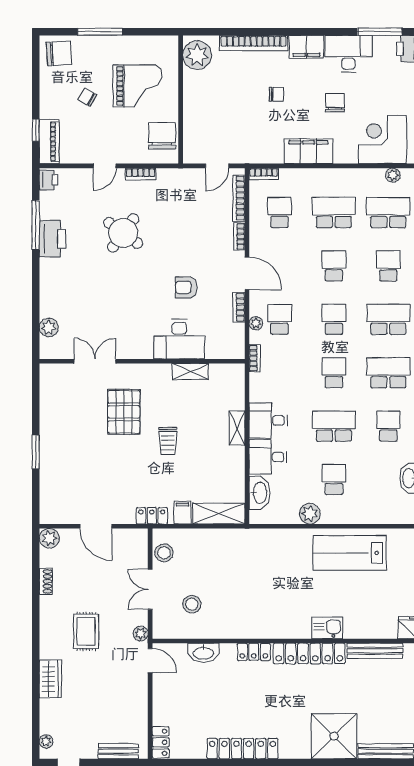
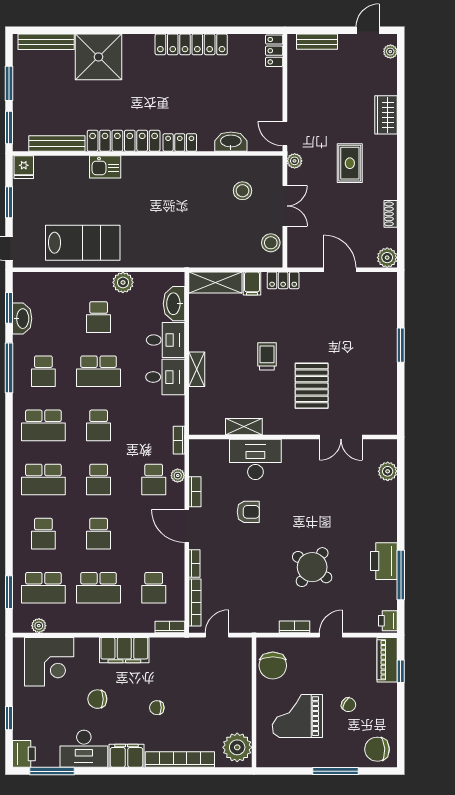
chair: (335, 103) -> (97, 699), turned 90

